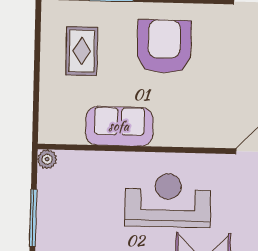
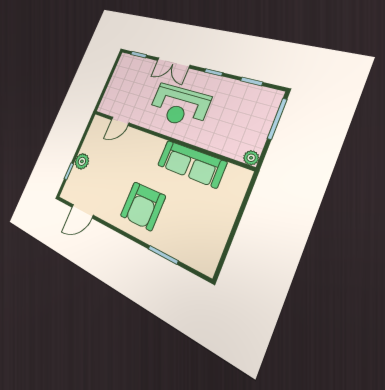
rug: (82, 51) -> (197, 226), removed
sofa: (119, 126) -> (191, 164), width x1.36

